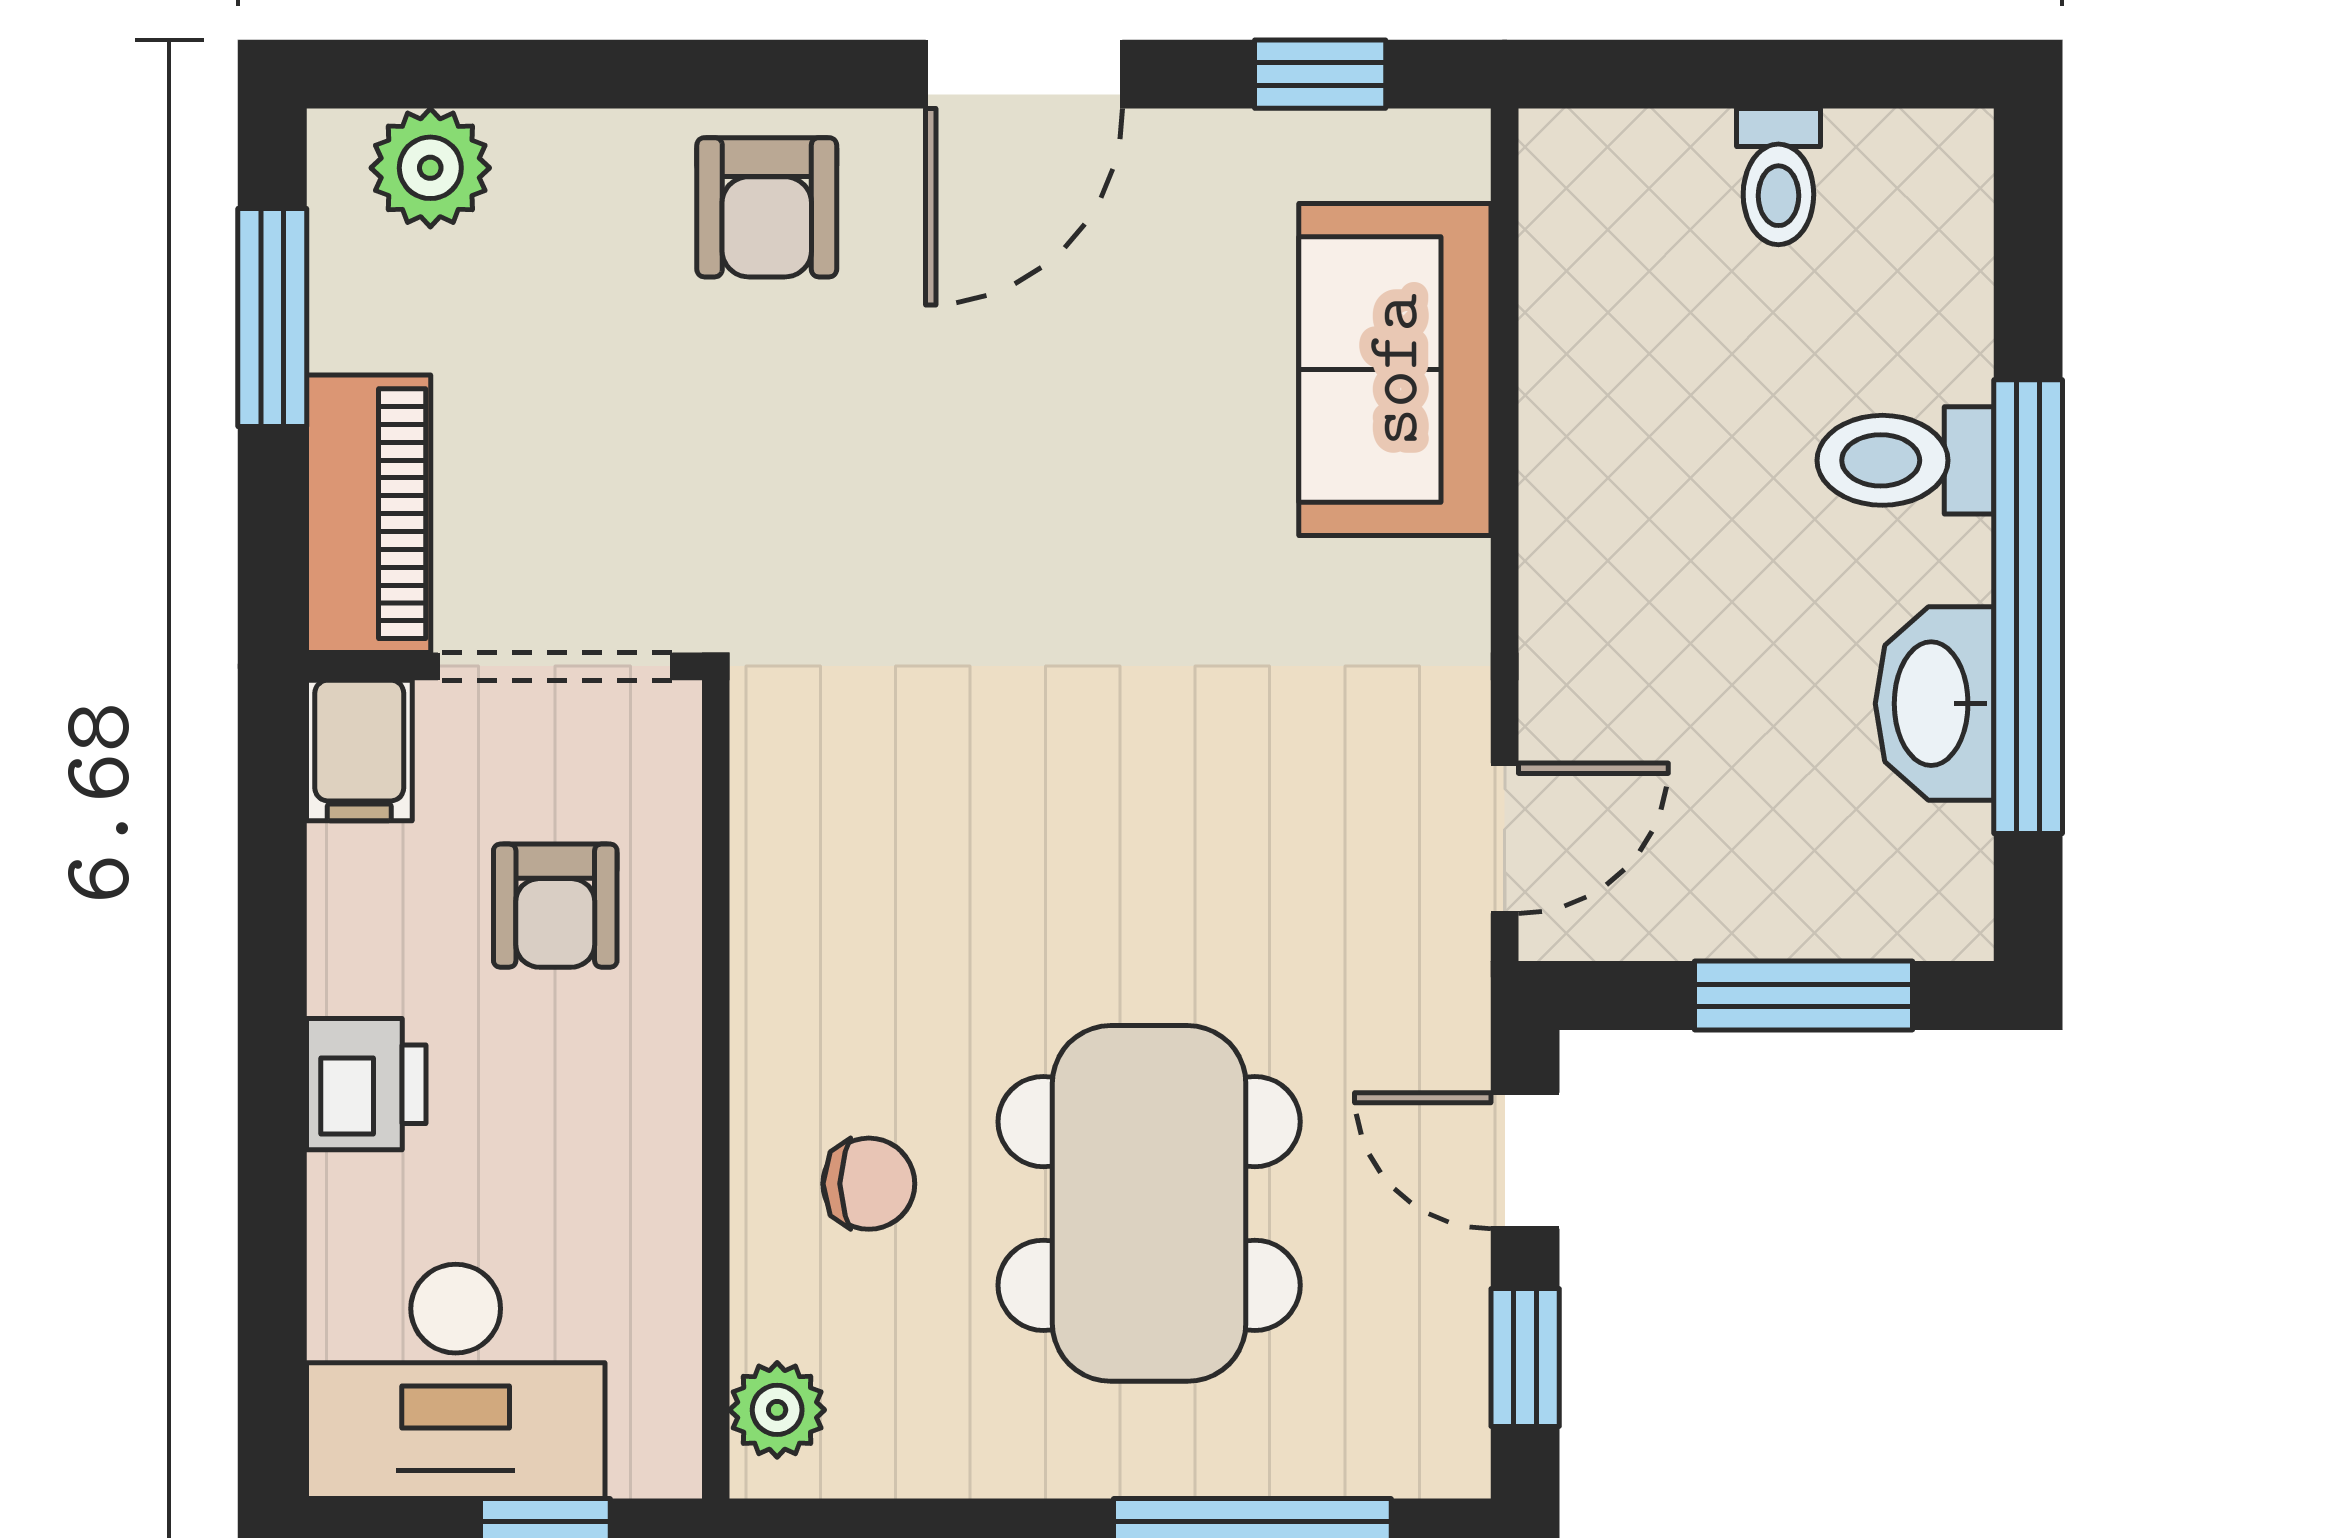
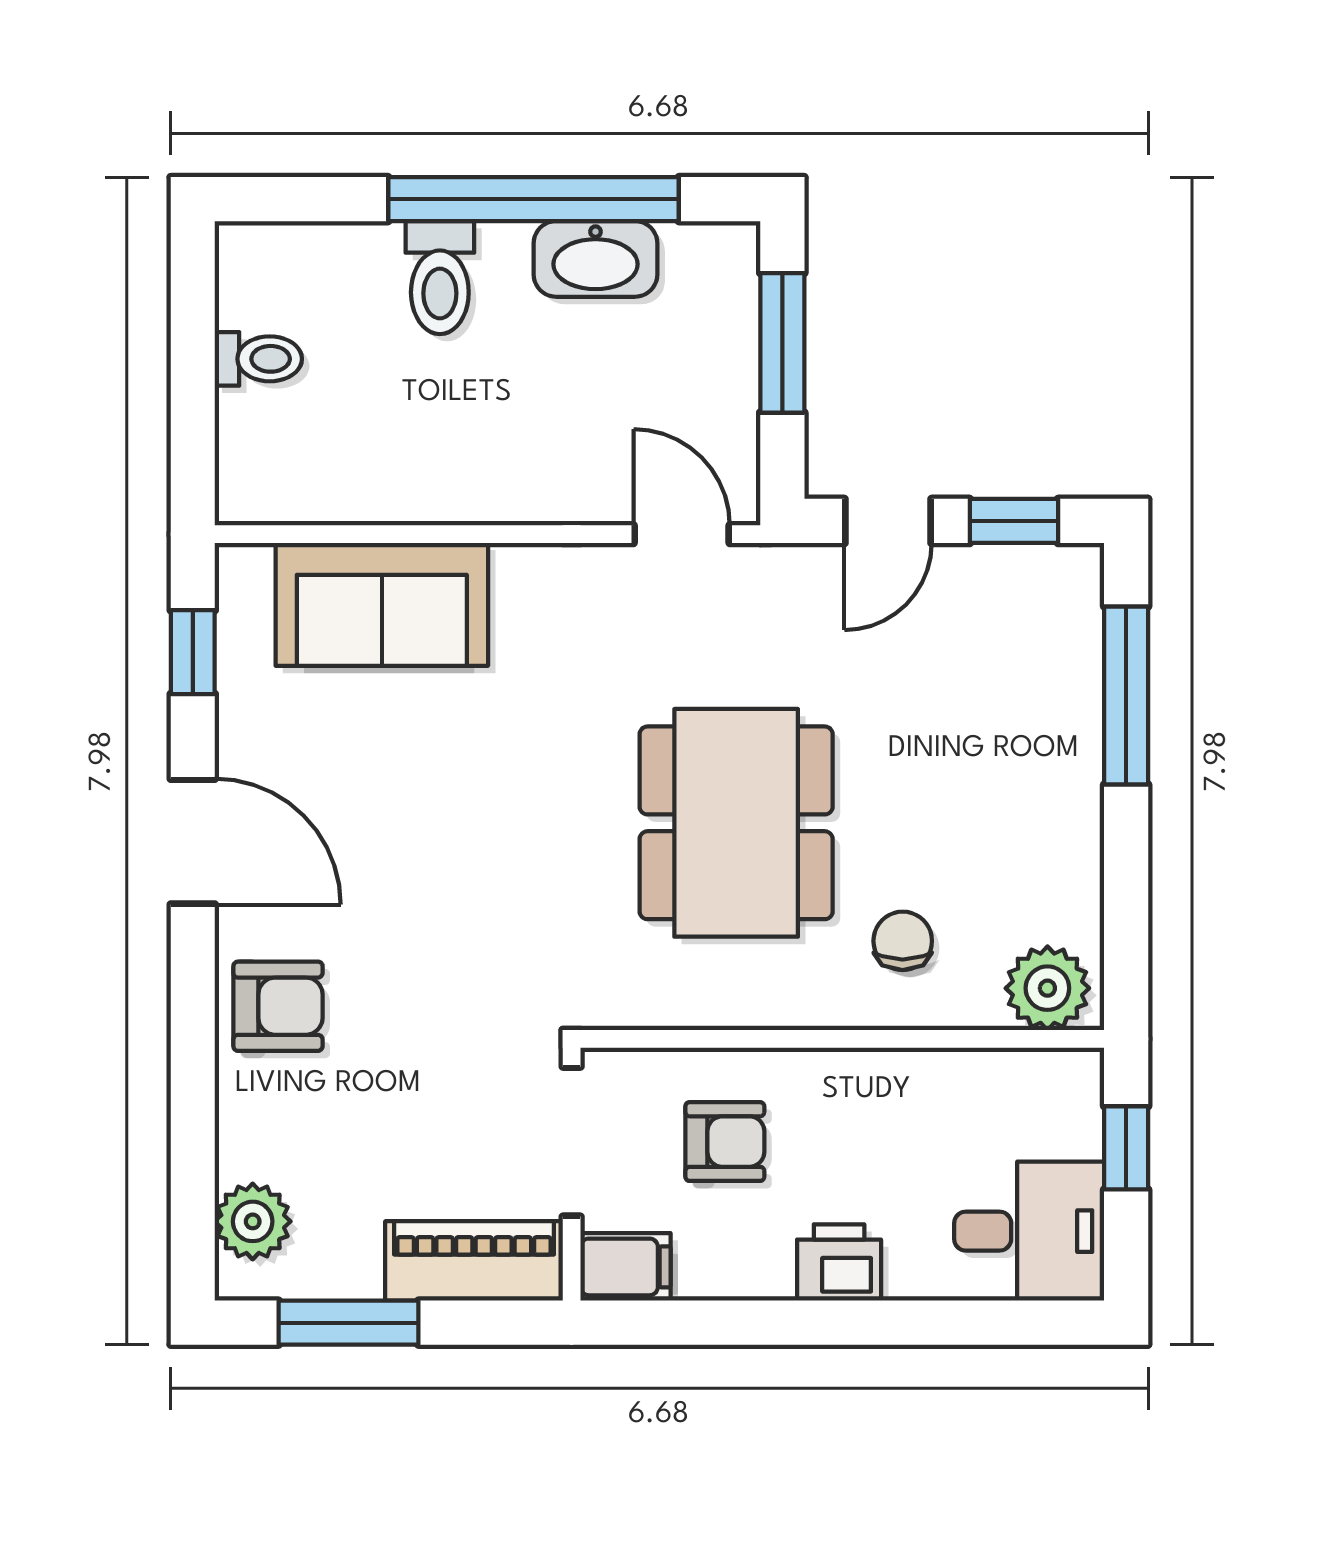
dining table: (1149, 1203) -> (736, 823), moved, turned 90
desk: (456, 1381) -> (1029, 1231), width x0.73
plant: (777, 1410) -> (1047, 988), width x1.38, depth x1.38

